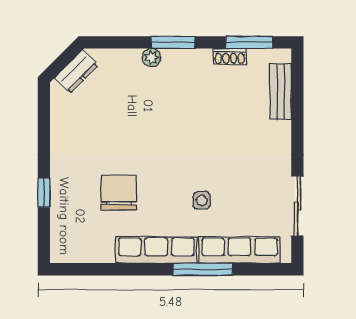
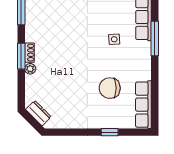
shoe rack: (230, 56) -> (29, 53), moved
row of seats: (156, 250) -> (143, 105), moved

